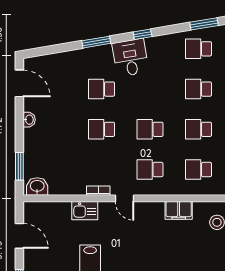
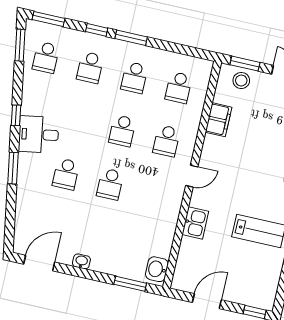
bookcase: (98, 191) -> (177, 203), removed

